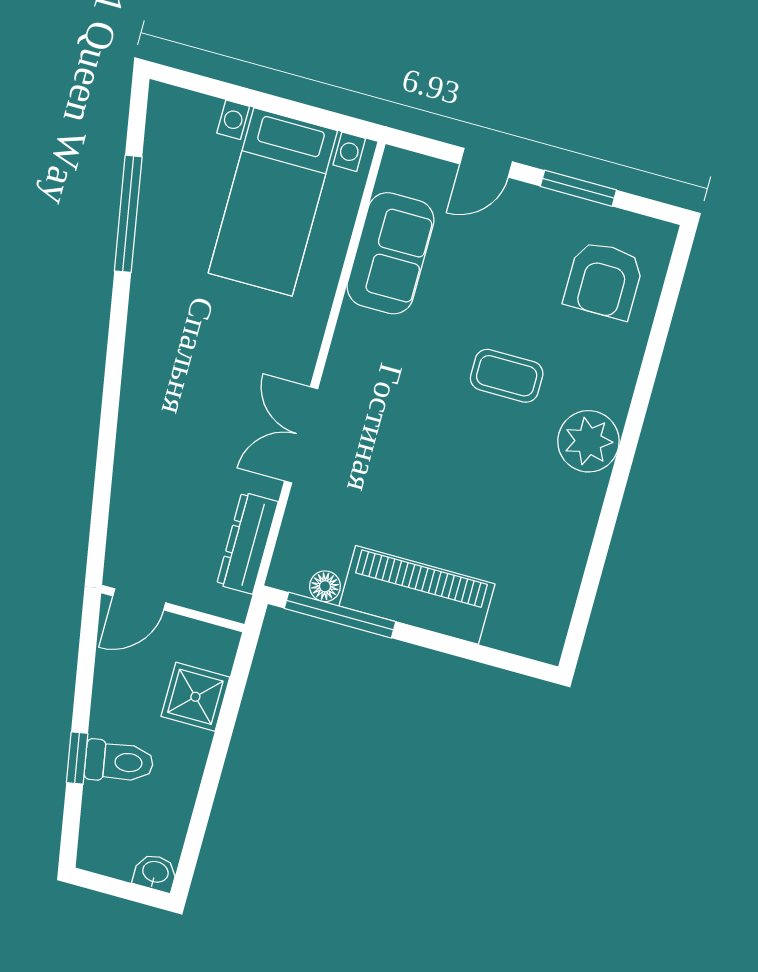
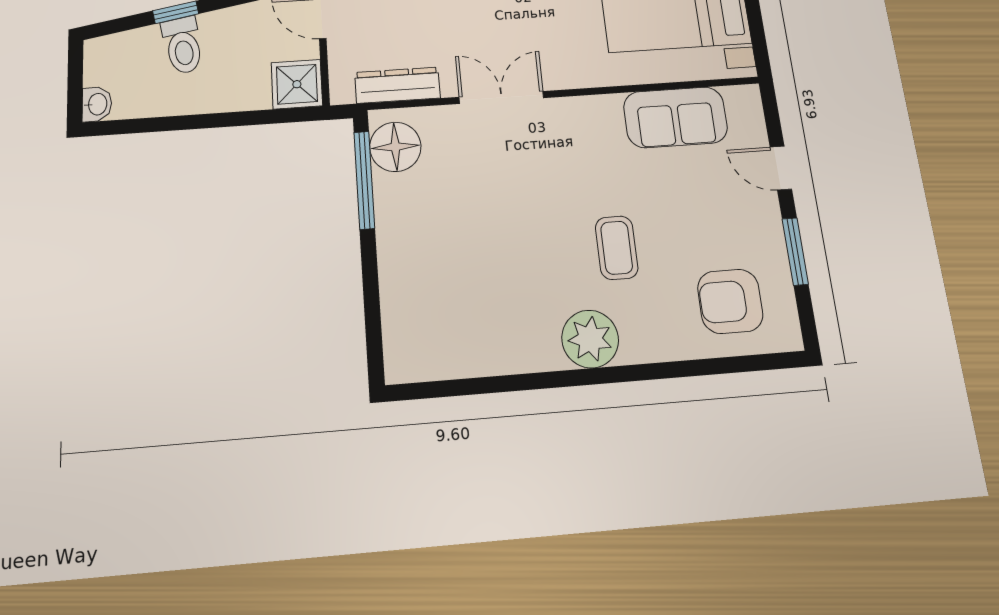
floor lamp: (325, 586) -> (395, 147), width x1.89, depth x1.89
piano: (417, 595) -> (404, 238), removed
shower: (195, 697) -> (297, 84), moved

